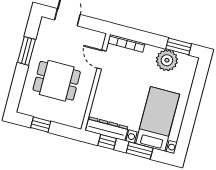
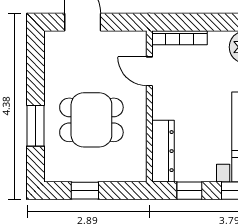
window: (26, 51) -> (36, 126), moved
dresser: (107, 129) -> (163, 151), moved, turned 90

